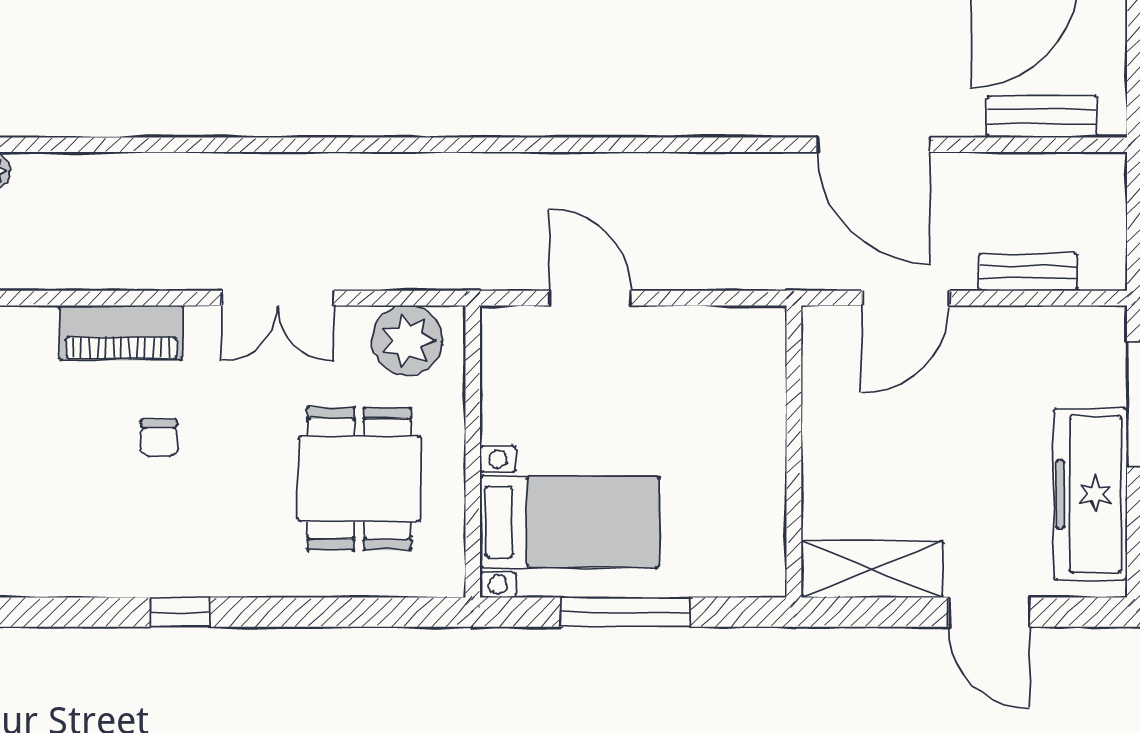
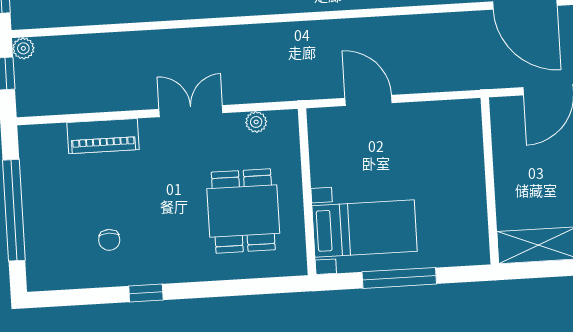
double door: (278, 298) -> (191, 111), swing flipped
plant: (407, 340) -> (256, 122), width x0.53, depth x0.53
chair: (159, 438) -> (109, 240), moved

